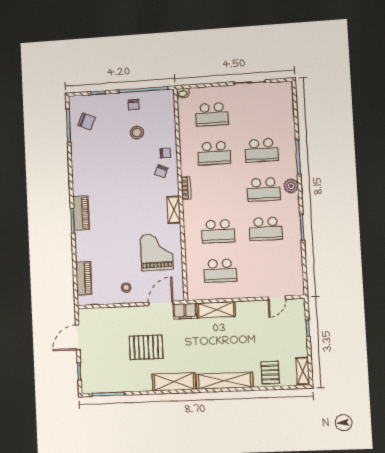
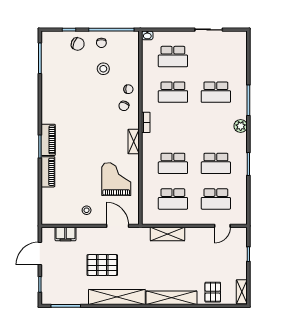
chair: (87, 121) -> (78, 44), moved
school desk: (264, 189) -> (216, 199), moved
piano: (84, 278) -> (48, 172), moved
door: (161, 303) -> (118, 226), hinge flipped
filing cabinet: (185, 311) -> (65, 234), moved
shelving: (174, 382) -> (117, 297), width x1.47

